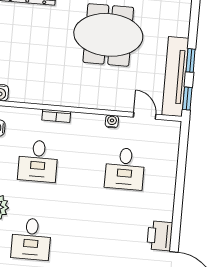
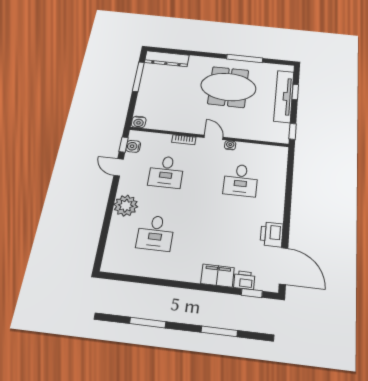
window: (191, 60) -> (295, 92), moved
tv unit: (175, 77) -> (284, 96), moved
door: (145, 116) -> (214, 137), moved

